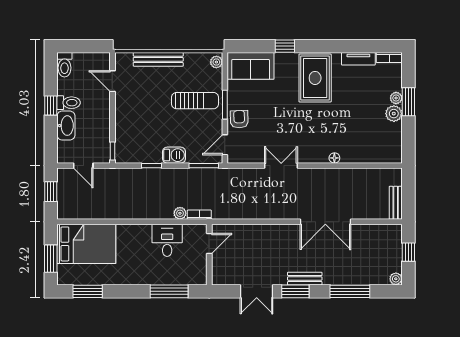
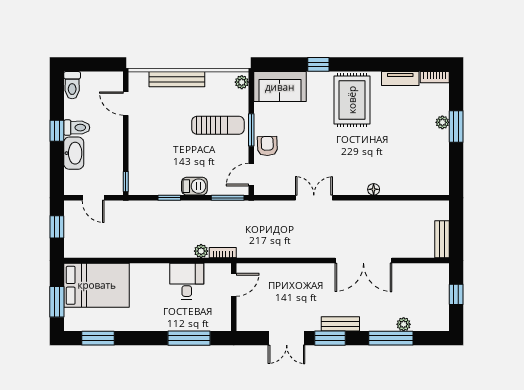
plant: (394, 114) -> (440, 140), removed
plant: (396, 279) -> (404, 324), moved

